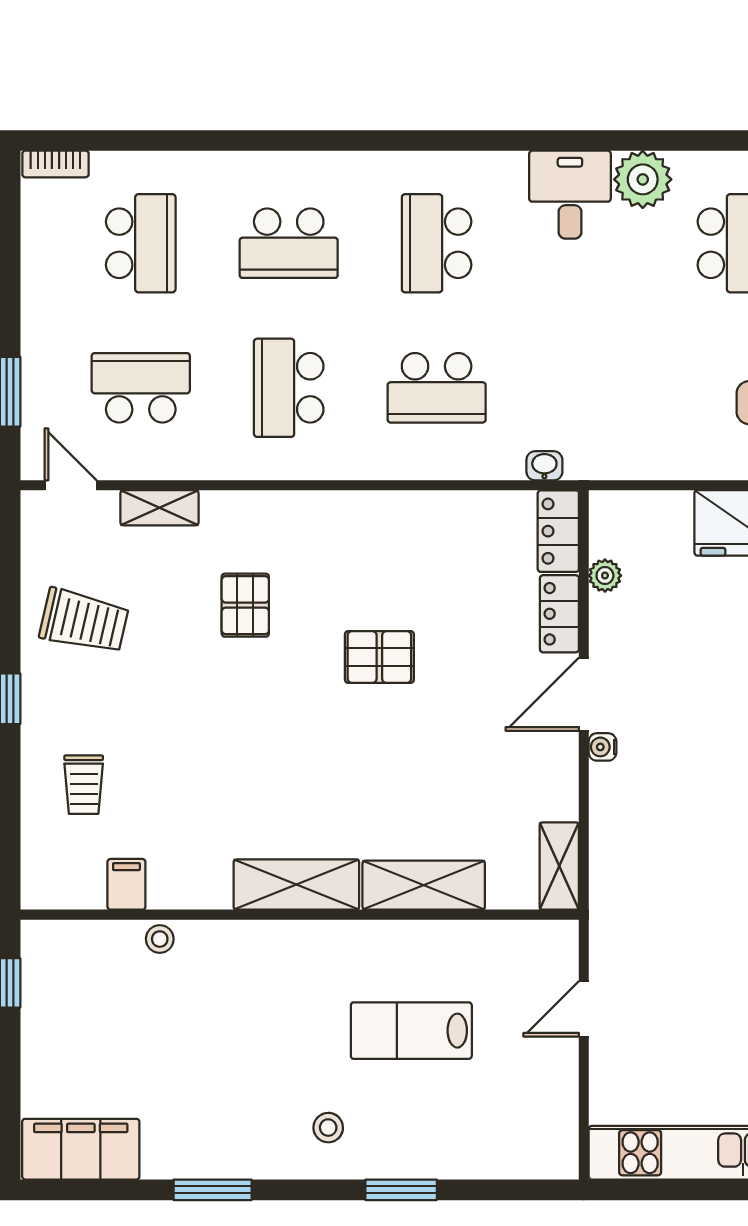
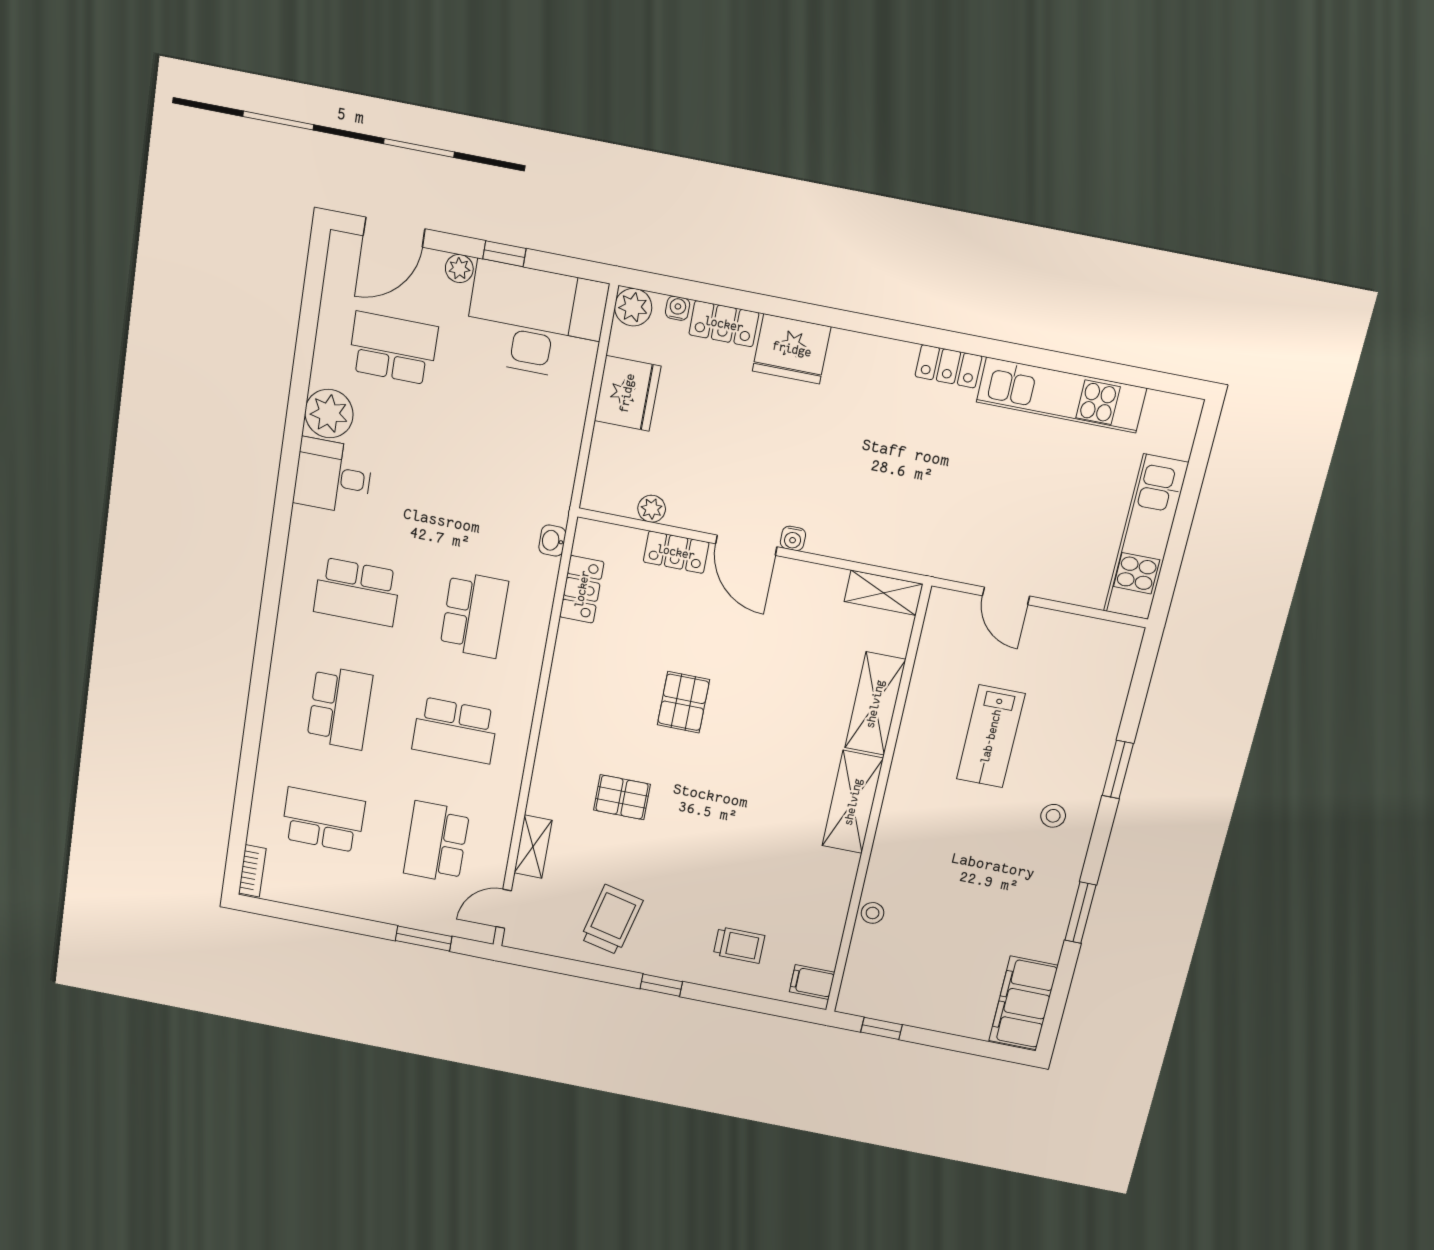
locker: (558, 531) -> (582, 589), moved, turned -90
filing cabinet: (126, 884) -> (812, 982), moved

